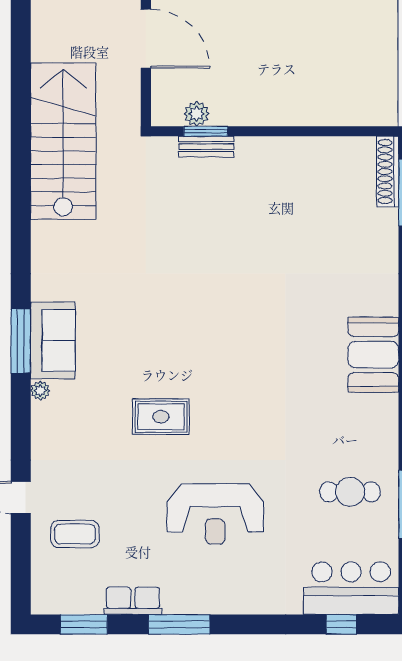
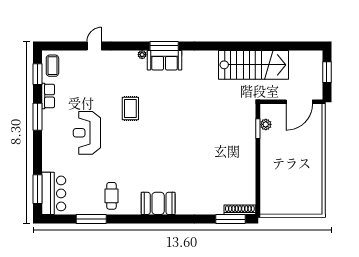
bench: (206, 147) -> (251, 129), removed
cafe table: (350, 492) -> (111, 196), moved
coffee table: (75, 534) -> (52, 66), moved
window: (341, 624) -> (38, 189), width x2.17

